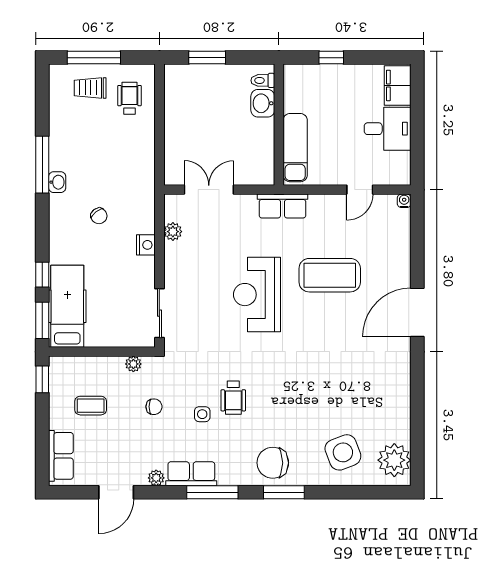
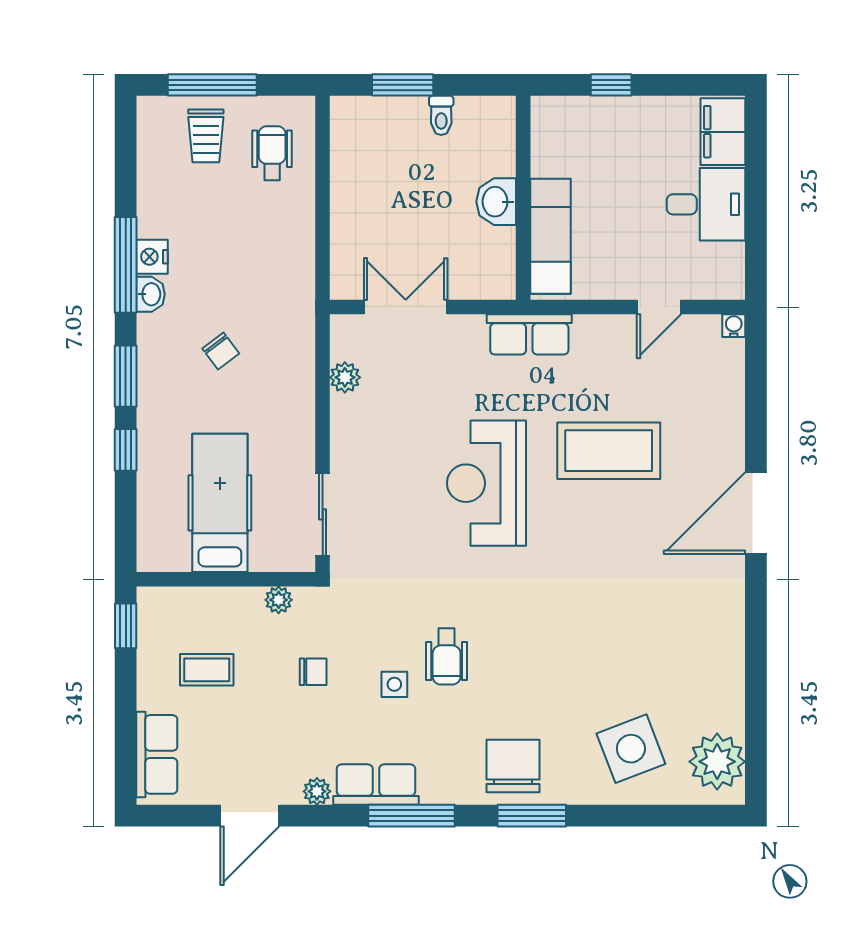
toilet: (263, 80) -> (441, 115), moved, turned -90
trolley: (90, 88) -> (206, 136), turned -90
washbasin: (263, 103) -> (496, 202), moved
nightstand: (146, 245) -> (152, 257), moved, turned 180
hospital bed: (67, 306) -> (220, 503), moved
window: (42, 320) -> (126, 376), moved
chair: (273, 463) -> (513, 766), turned 90

